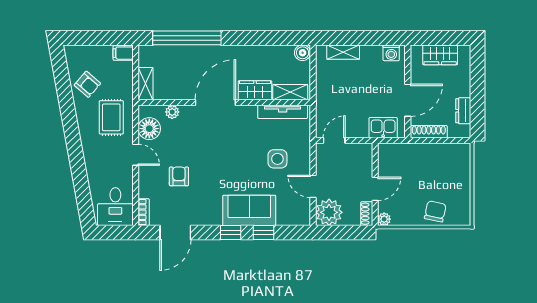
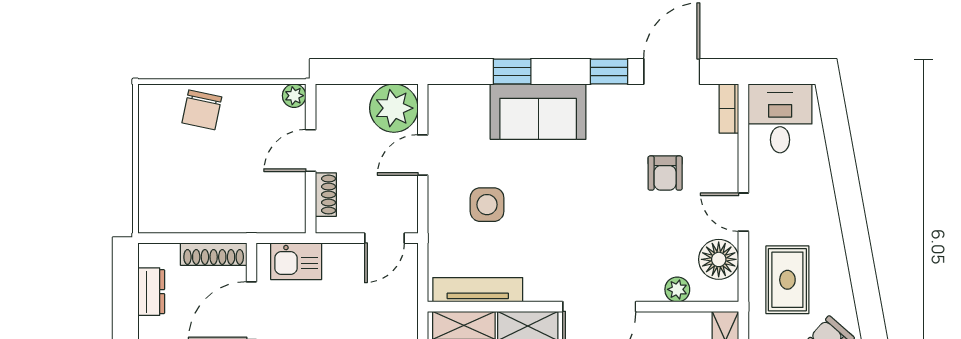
door: (313, 186) -> (423, 155), swing flipped
shoe rack: (367, 214) -> (326, 195), moved
window: (231, 233) -> (609, 72), moved

